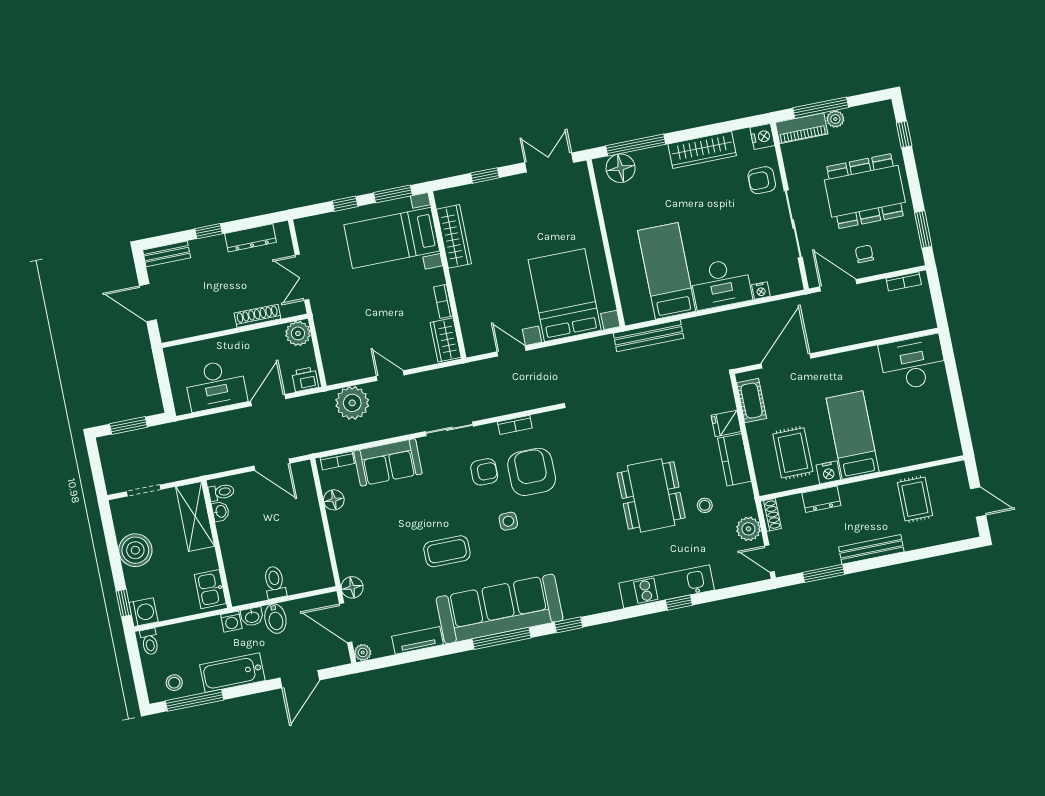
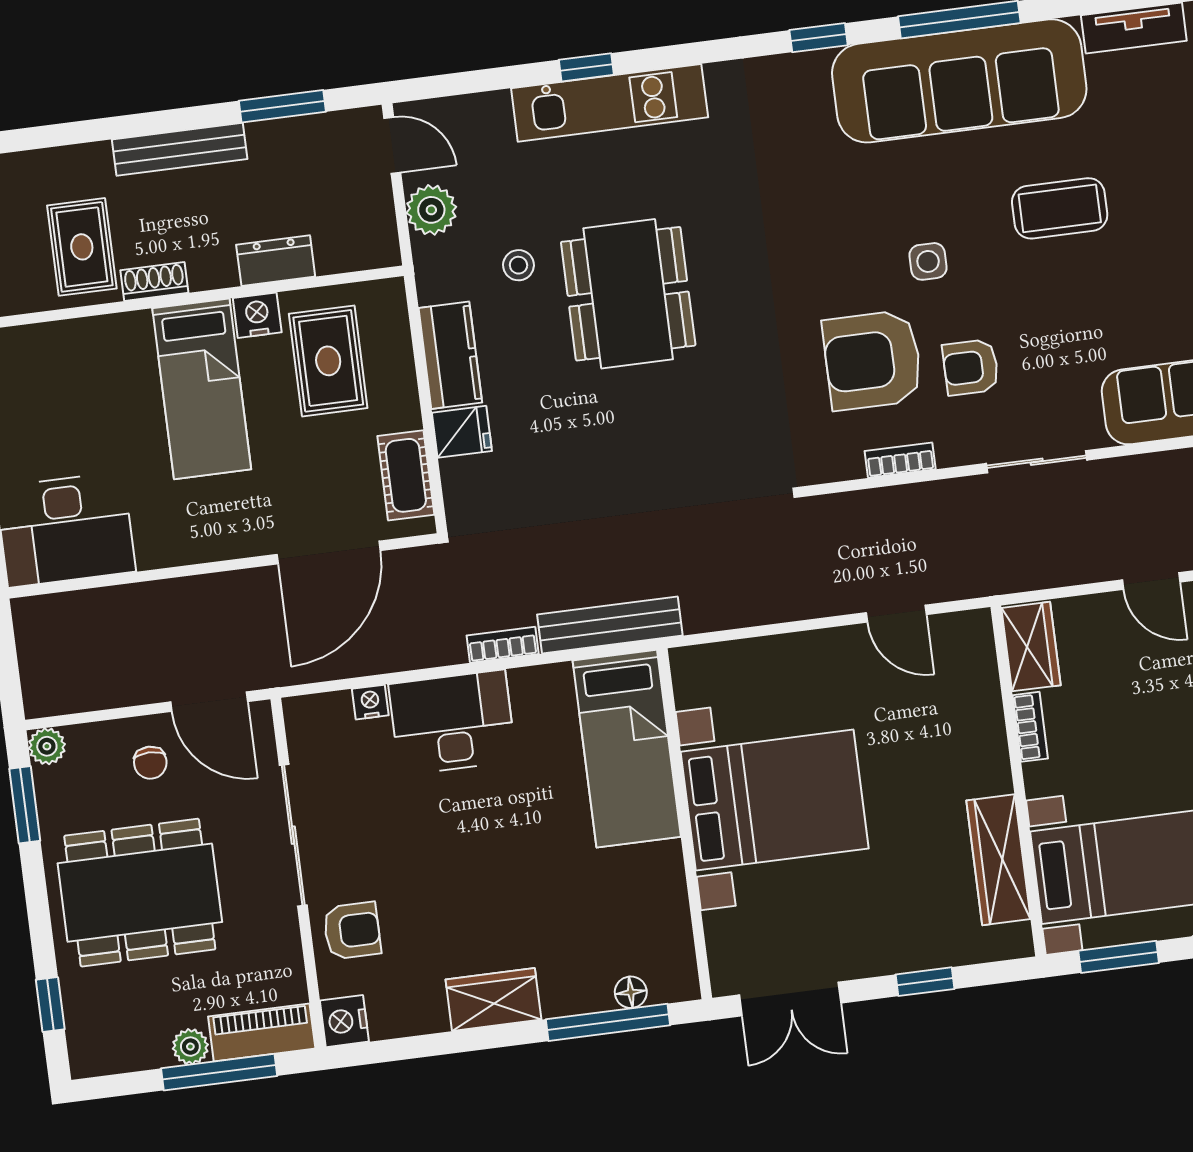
wardrobe: (702, 150) -> (493, 1000), width x0.67
floor lamp: (621, 168) -> (631, 992), width x0.53, depth x0.53
plant: (915, 258) -> (47, 746), added
bed: (667, 271) -> (627, 749), moved
bookcase: (904, 281) -> (503, 645), moved
bed with nightstands: (565, 295) -> (775, 800), moved, turned -90
armchair: (532, 472) -> (873, 360), turned 90
shoe rack: (771, 515) -> (154, 281), moved, turned 90

